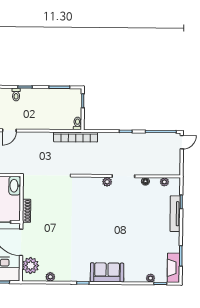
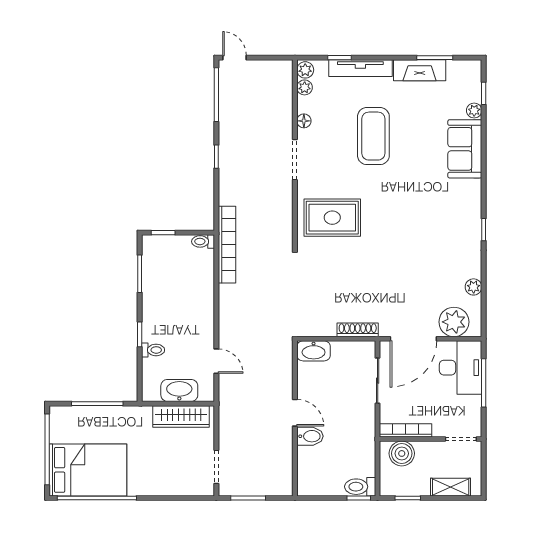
plant: (107, 182) -> (305, 70), moved
rug: (90, 197) -> (332, 218), added
coffee table: (136, 221) -> (373, 136), added
fireplace: (173, 268) -> (420, 70), moved
sofa: (107, 272) -> (465, 149), moved

